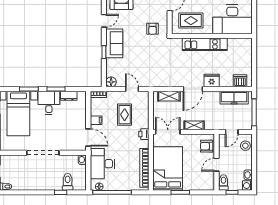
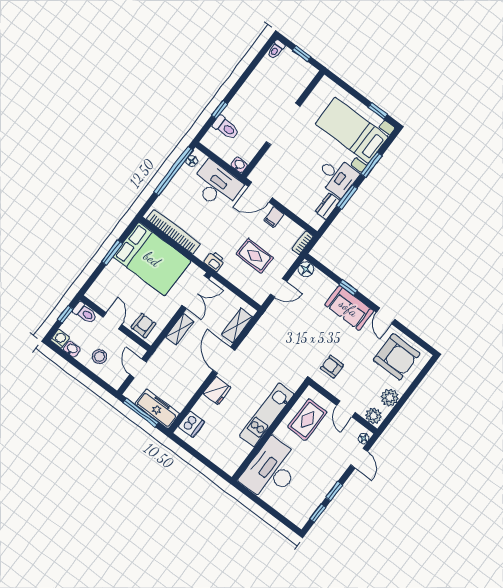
freezer: (234, 98) -> (157, 409), moved, turned 90
stool: (245, 146) -> (99, 357), moved

